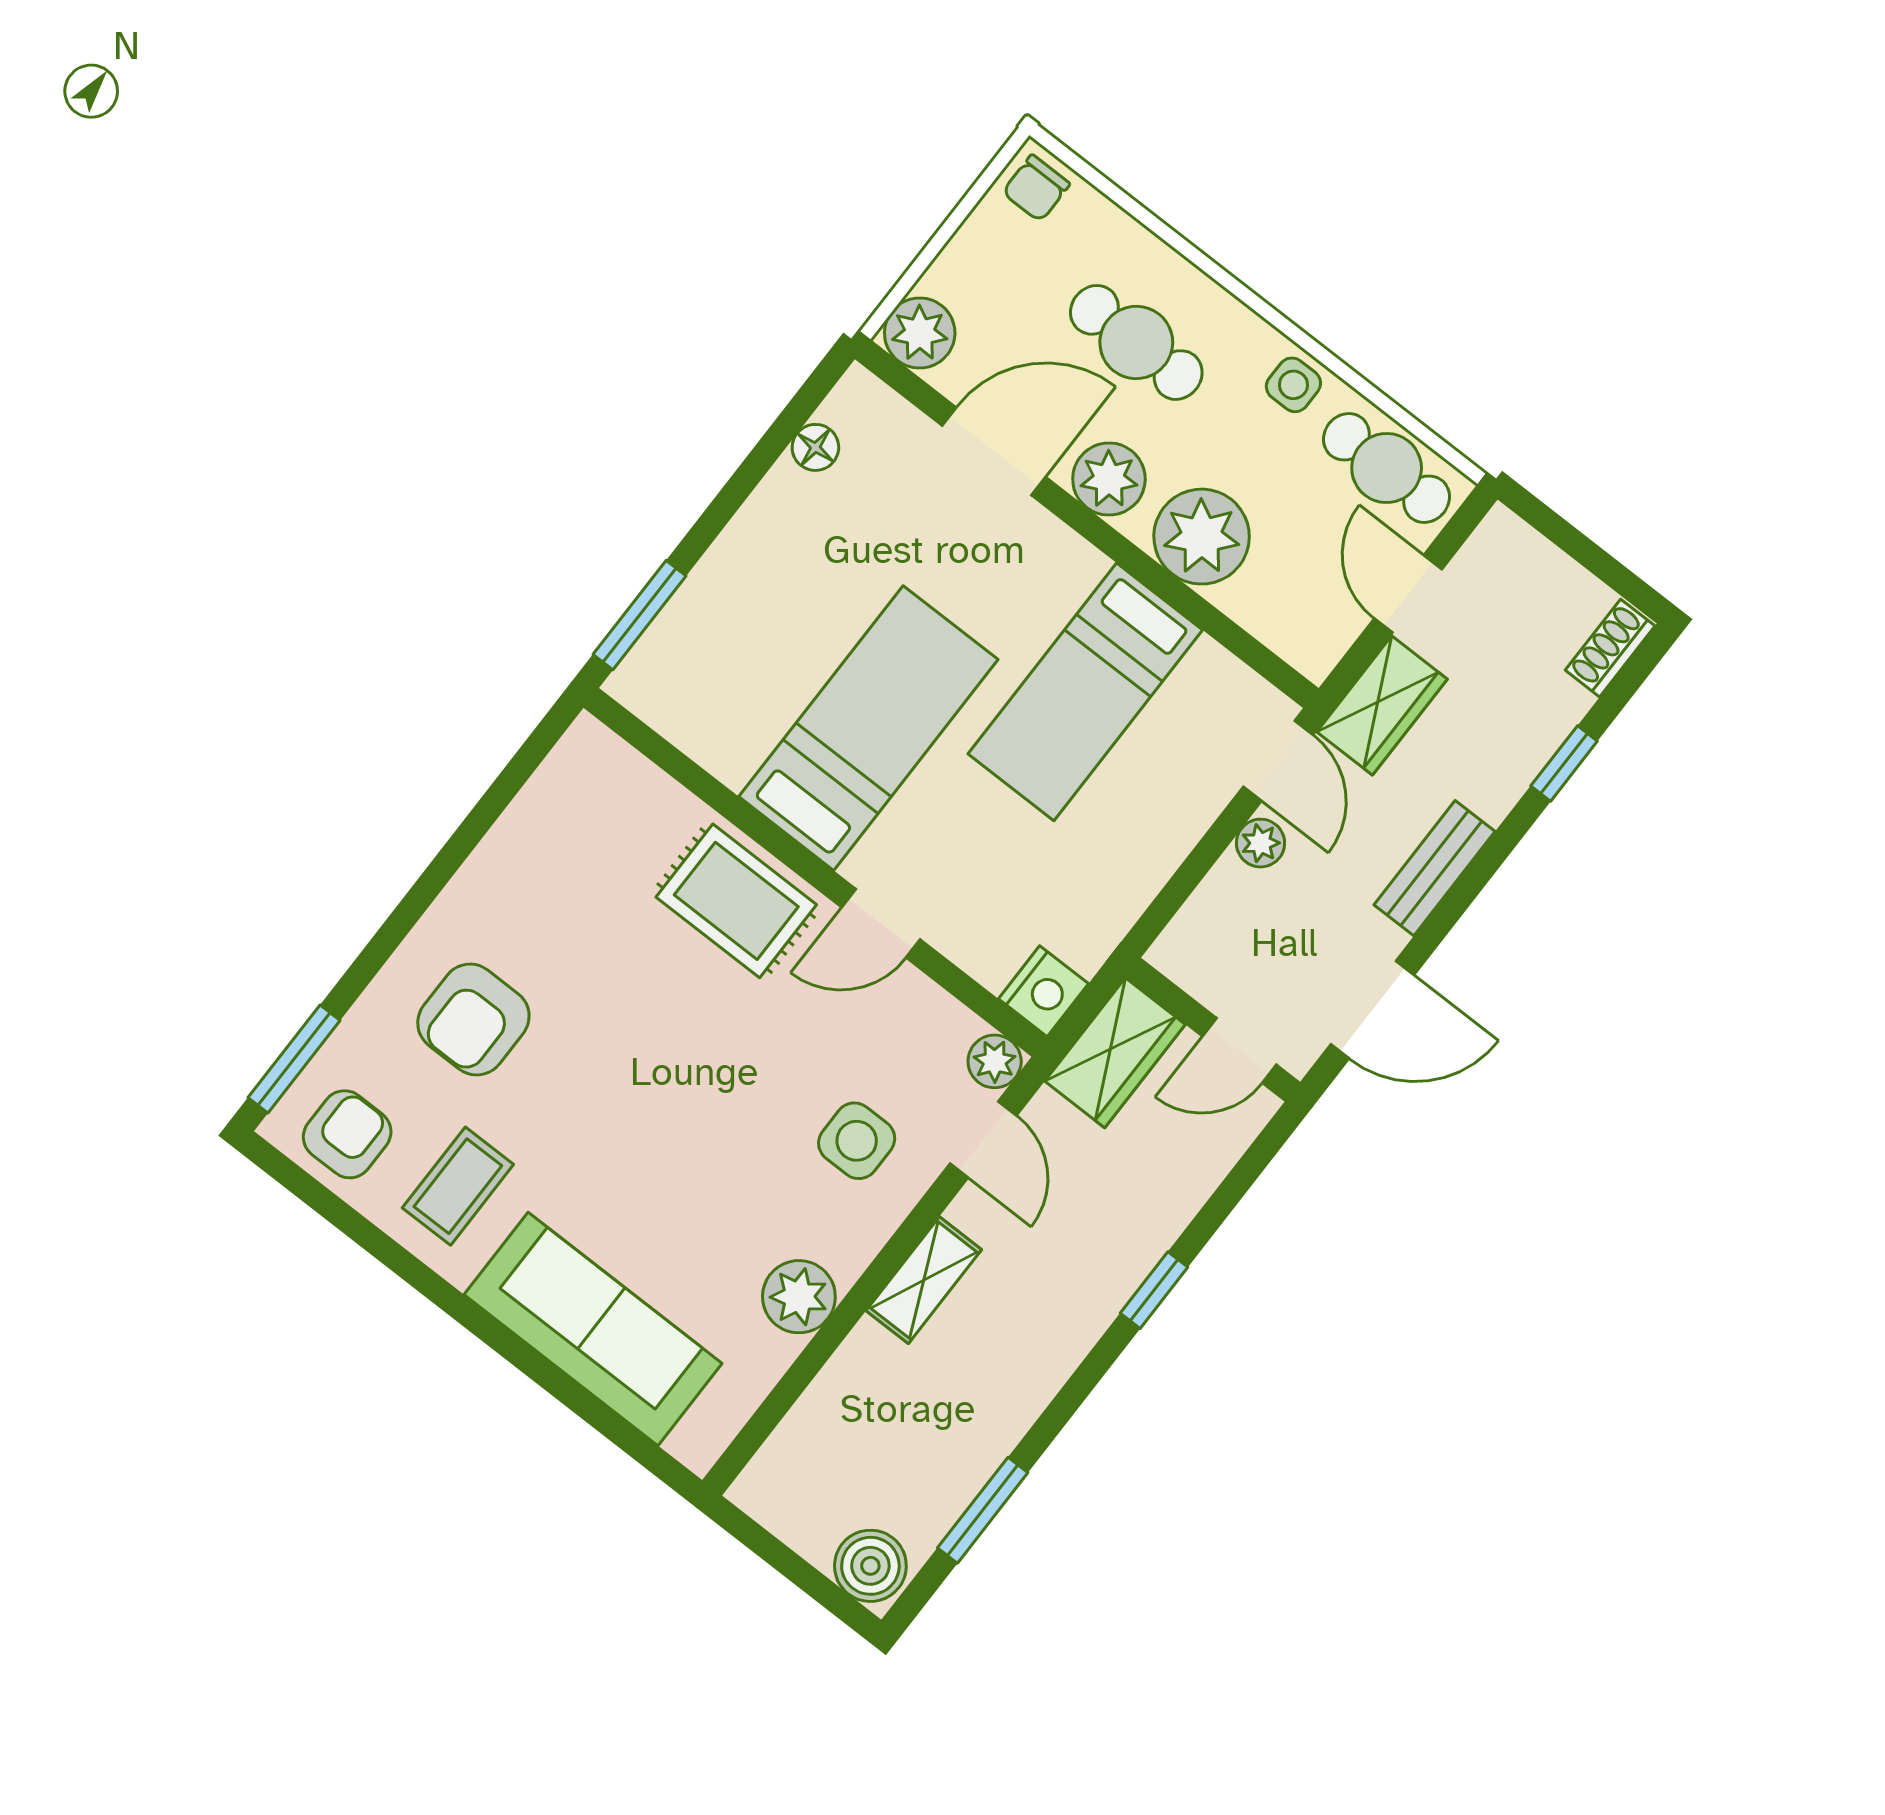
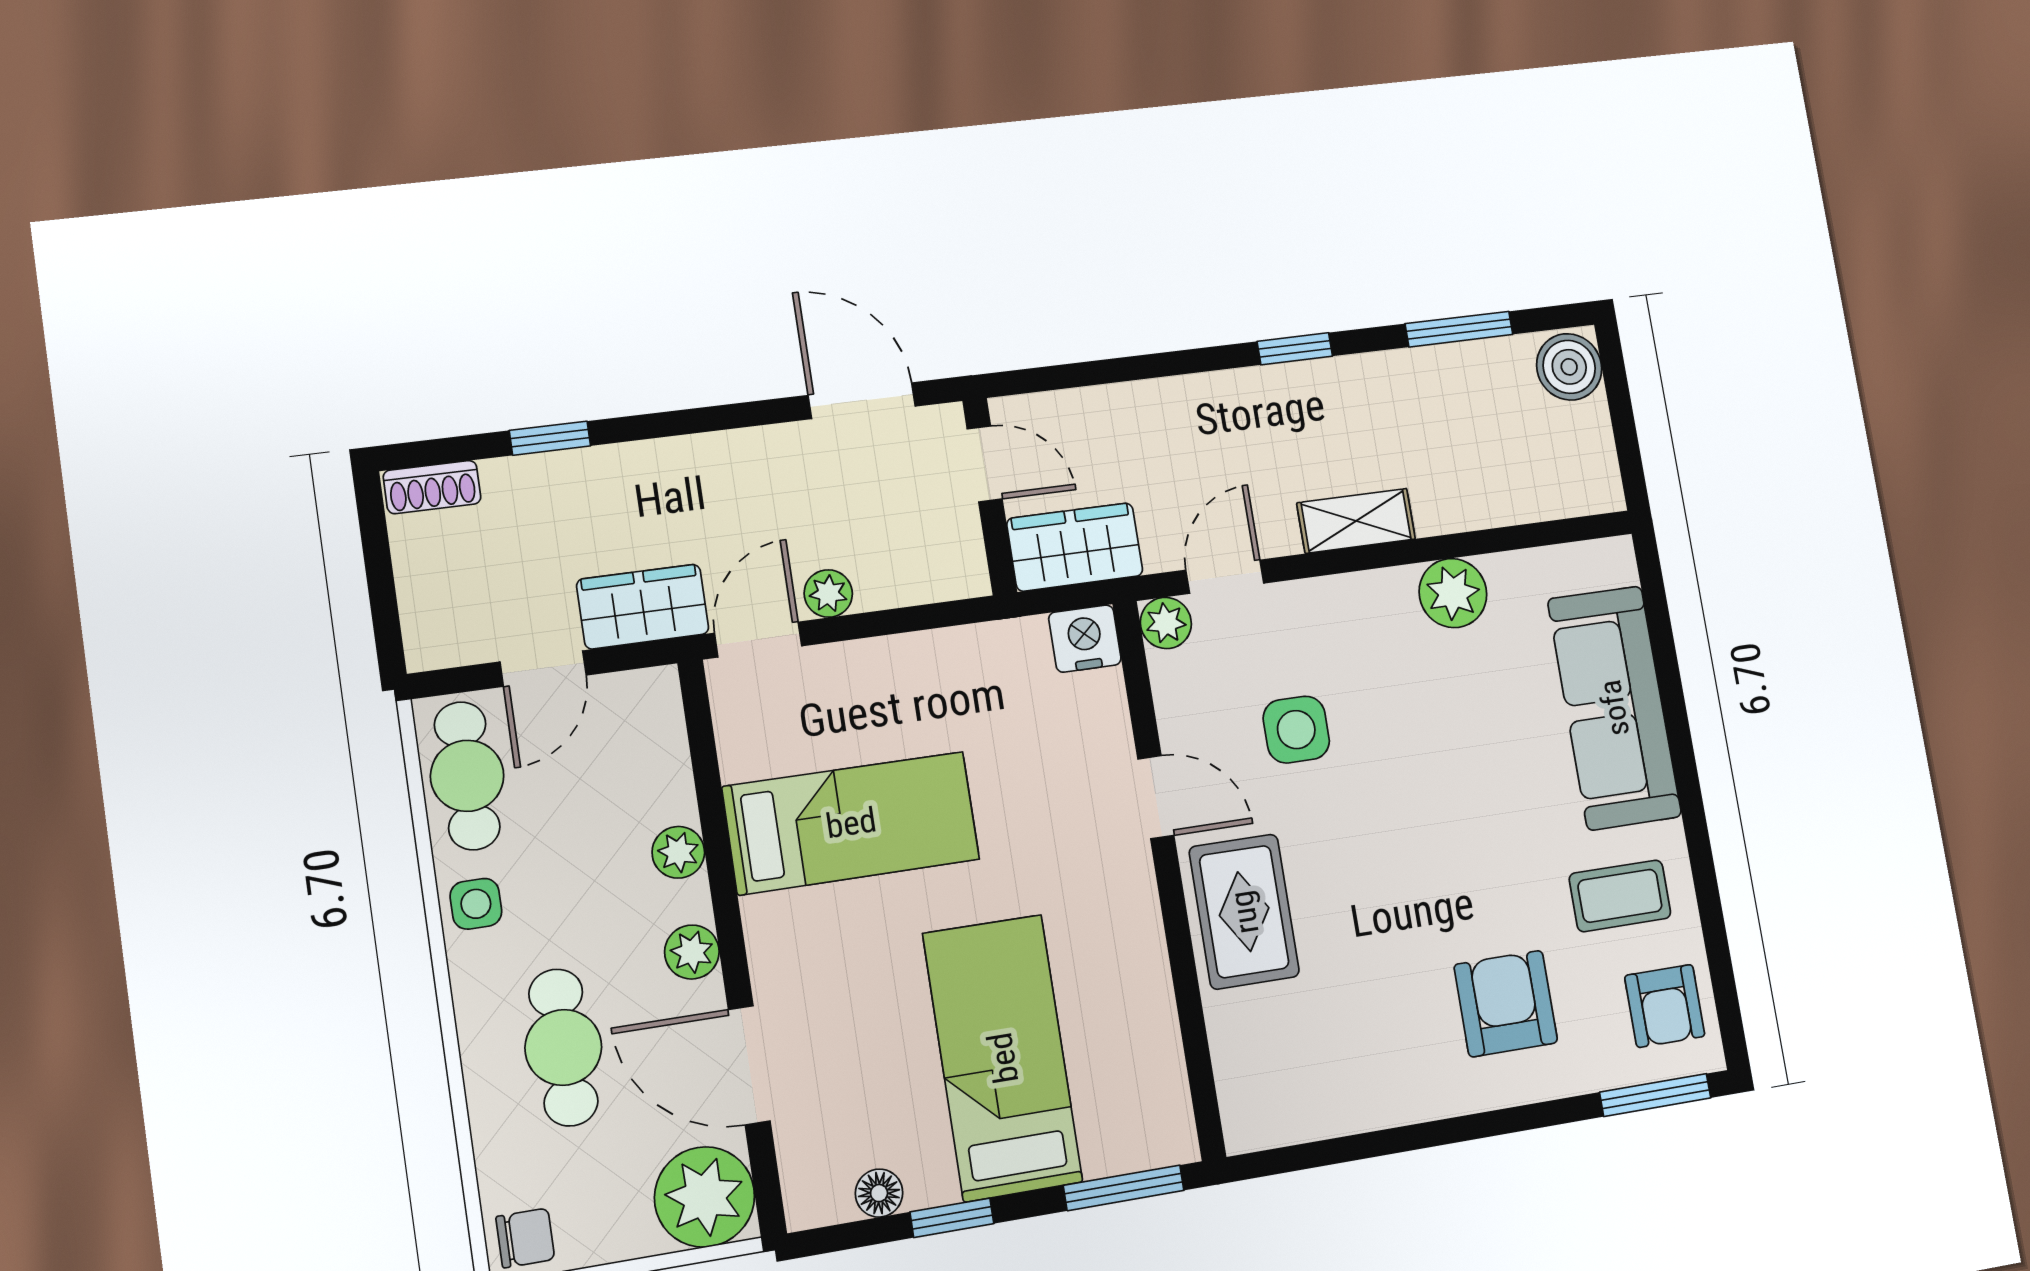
plant: (920, 333) -> (705, 1197), width x1.36, depth x1.36
window: (746, 478) -> (952, 1218), added
plant: (1109, 479) -> (692, 952), width x0.73, depth x0.73
plant: (1202, 537) -> (678, 852), width x0.53, depth x0.53
bed: (868, 728) -> (1003, 1058), moved, turned 90
bench: (1434, 868) -> (719, 455), removed
armchair: (473, 1020) -> (1506, 1004), turned -90
armchair: (347, 1134) -> (1665, 1006), turned -90
side table: (857, 1141) -> (1296, 730), moved
window: (1154, 1290) -> (1295, 349), moved

